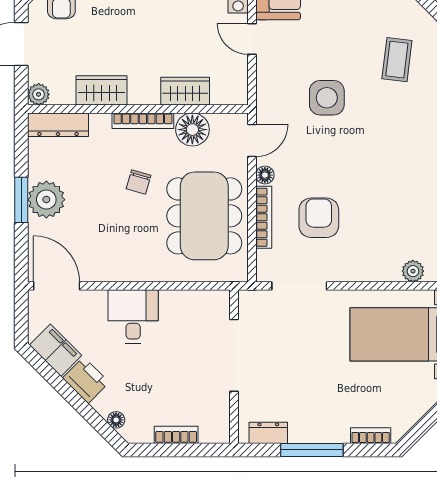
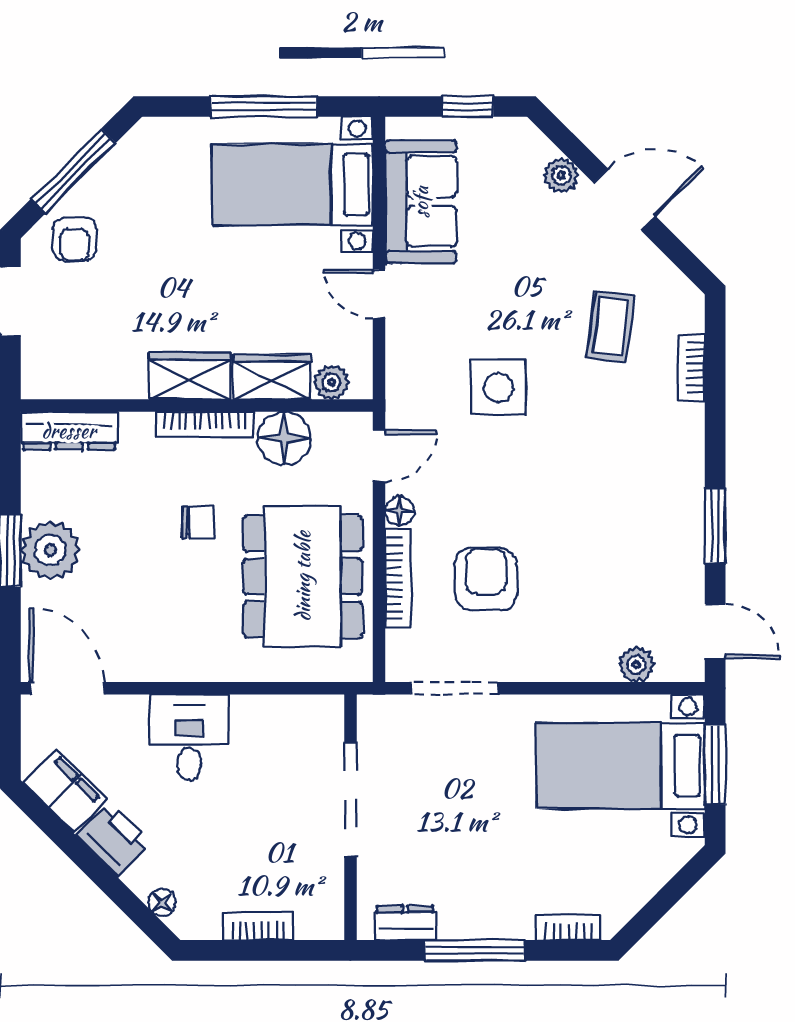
wardrobe: (102, 90) -> (190, 376), moved
plant: (39, 94) -> (331, 382), moved
chair: (139, 182) -> (198, 522), turned -106

